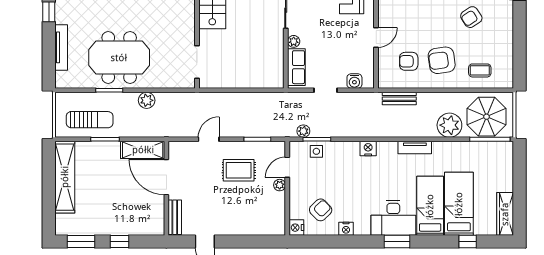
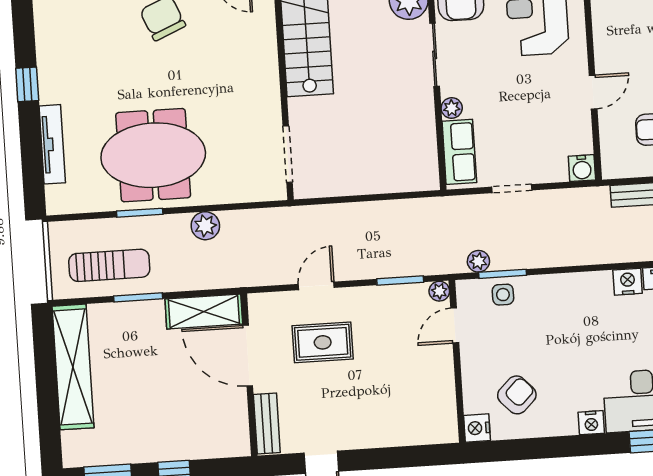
water cooler: (354, 81) -> (582, 168), moved
nightstand: (368, 149) -> (628, 282), moved
rug: (239, 170) -> (323, 342), moved
plant: (280, 185) -> (439, 291), moved
nightstand: (346, 229) -> (591, 423), moved

